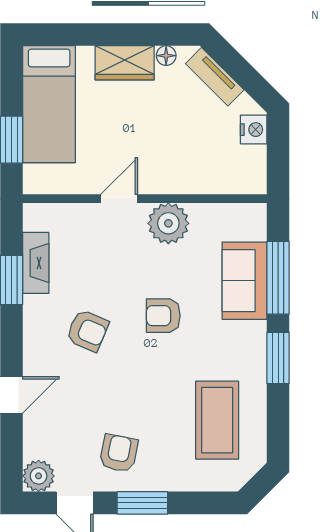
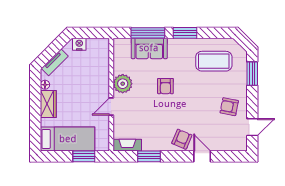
door: (119, 199) -> (111, 106), hinge flipped
fireplace: (36, 263) -> (127, 145), moved
armchair: (87, 331) -> (182, 139), moved
plant: (39, 476) -> (240, 144), removed
window: (142, 503) -> (252, 74), moved

